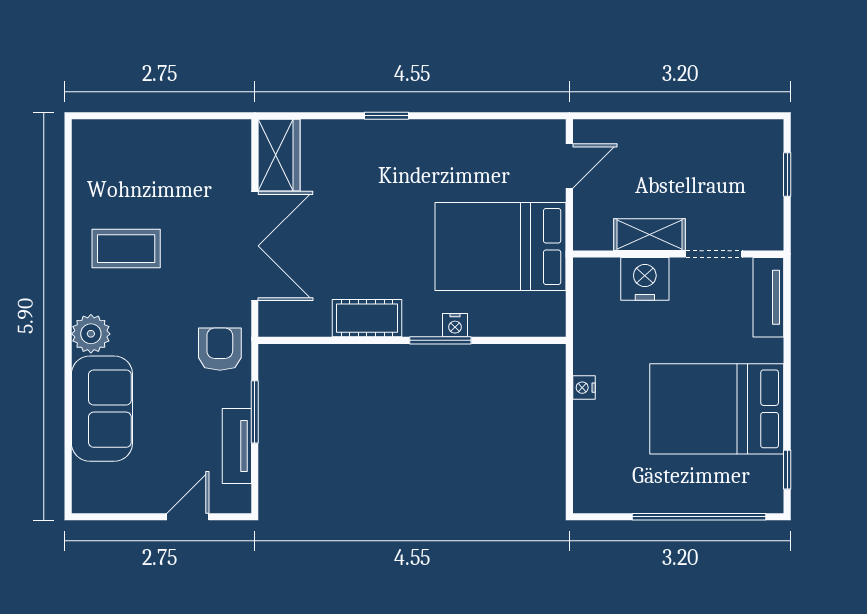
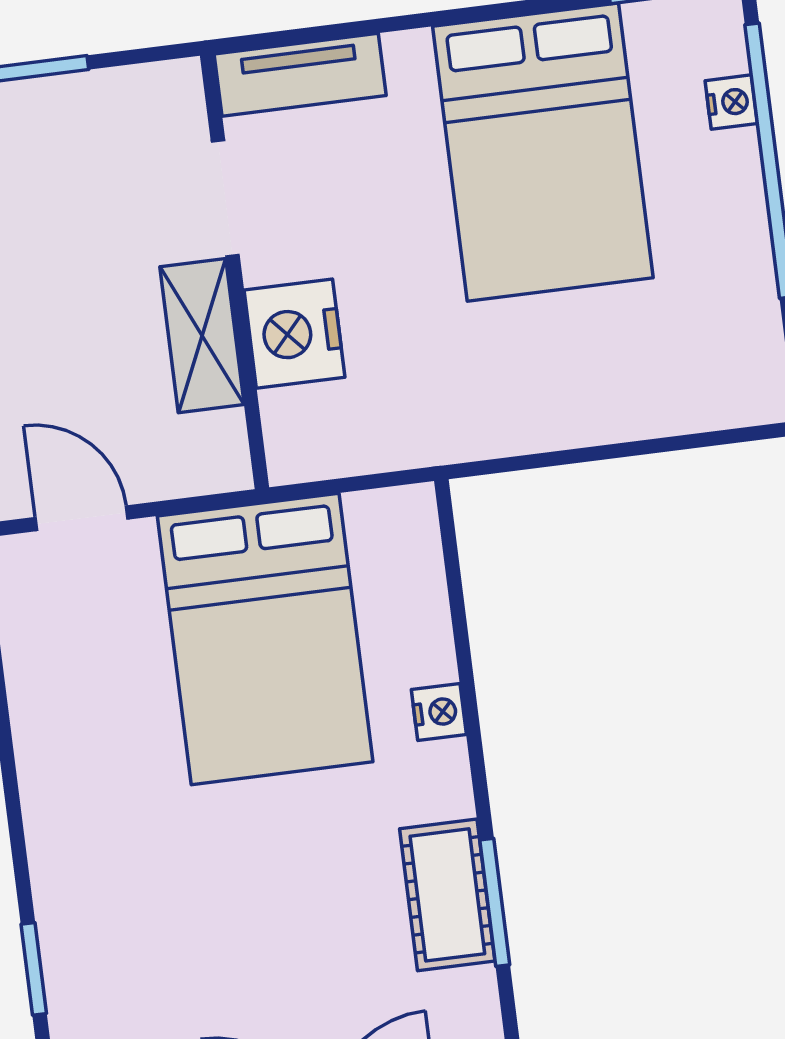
window: (386, 116) -> (34, 969), moved
window: (440, 340) -> (495, 902), moved
nightstand: (584, 388) -> (731, 102), moved, turned -90

